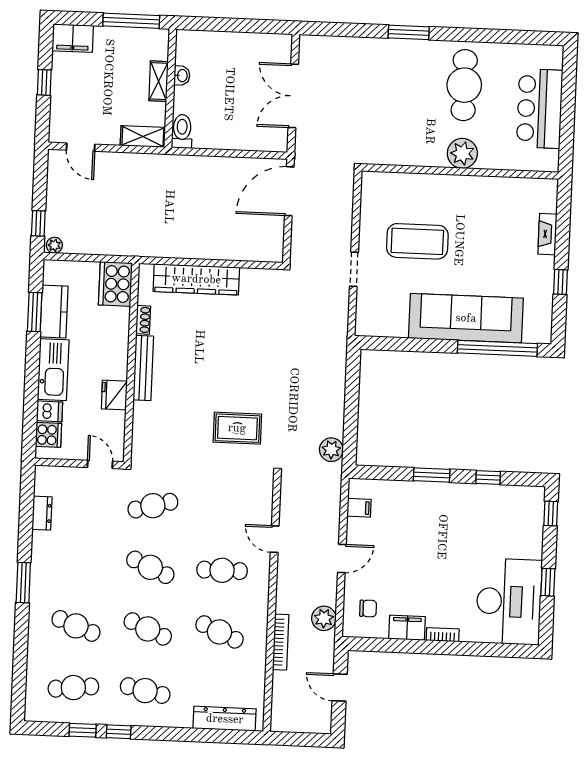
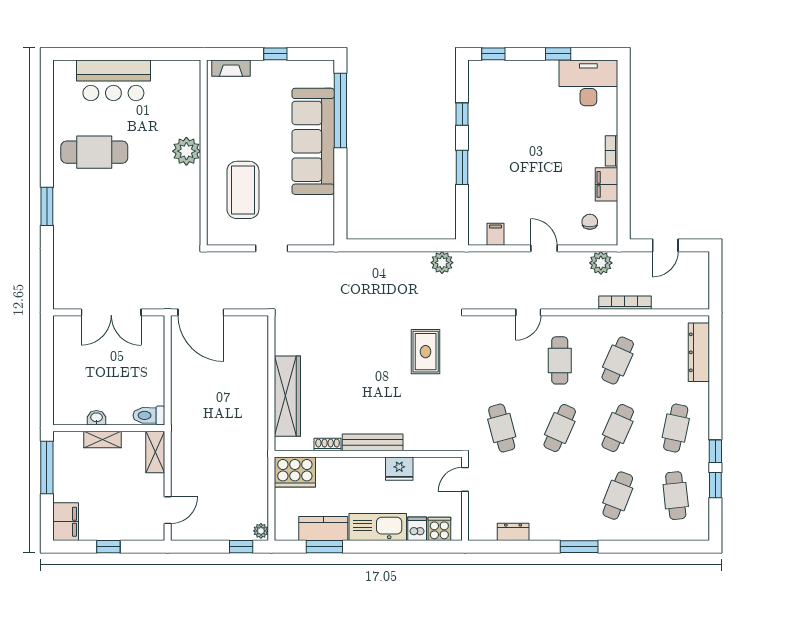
plant: (462, 153) -> (186, 151), moved
wall: (460, 172) -> (204, 153), moved
desk: (509, 602) -> (588, 83), width x0.73, depth x0.77

